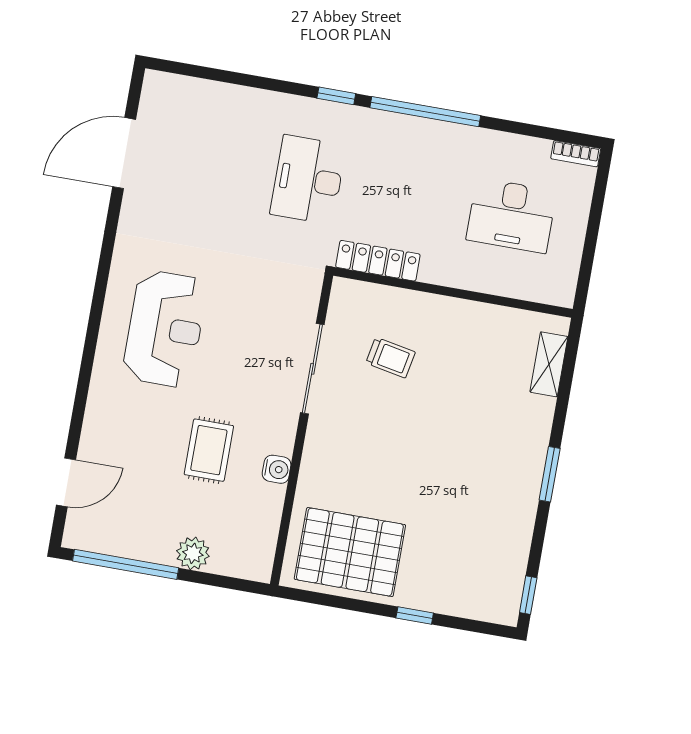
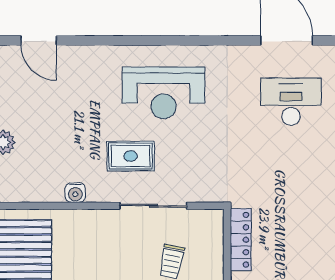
desk: (308, 180) -> (291, 102), moved
rug: (209, 450) -> (131, 156), moved

